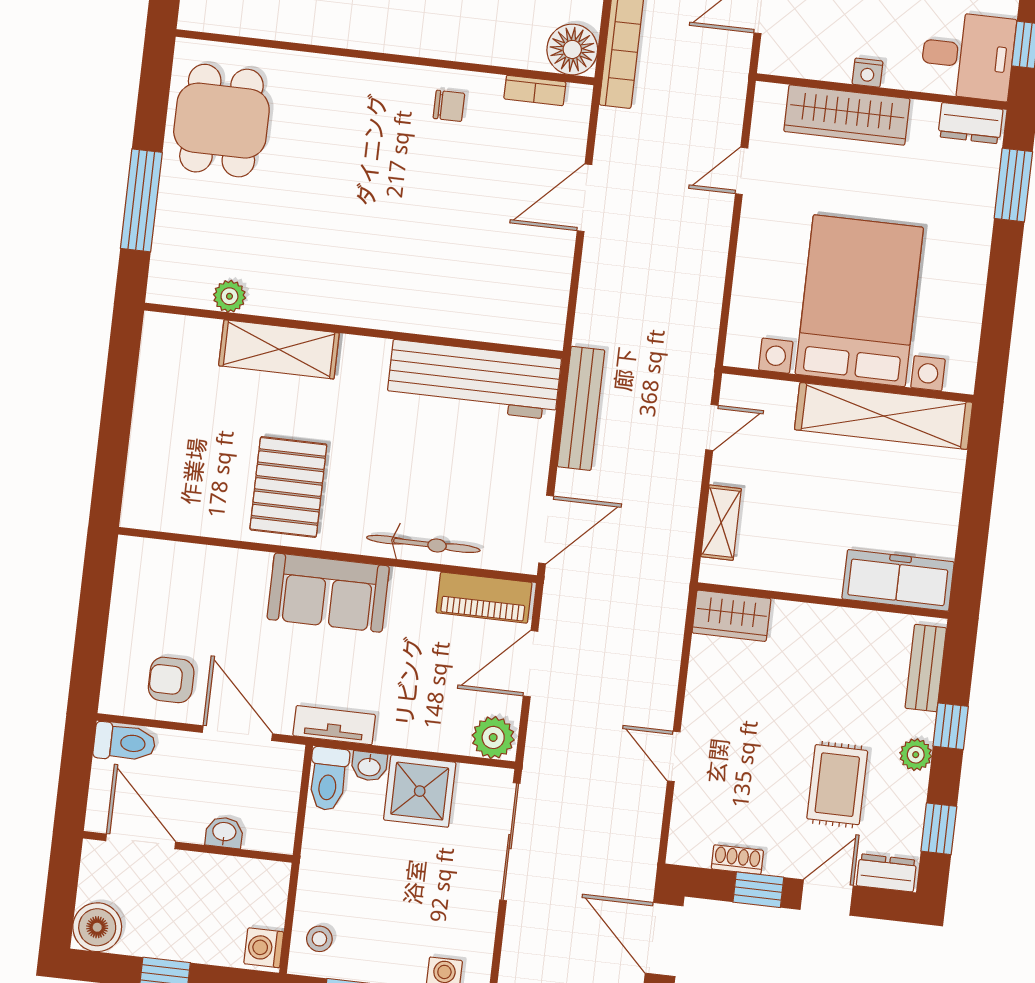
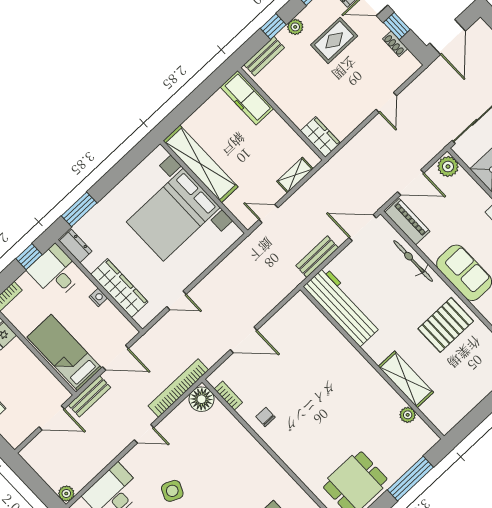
bench: (581, 408) -> (317, 257), width x0.73

